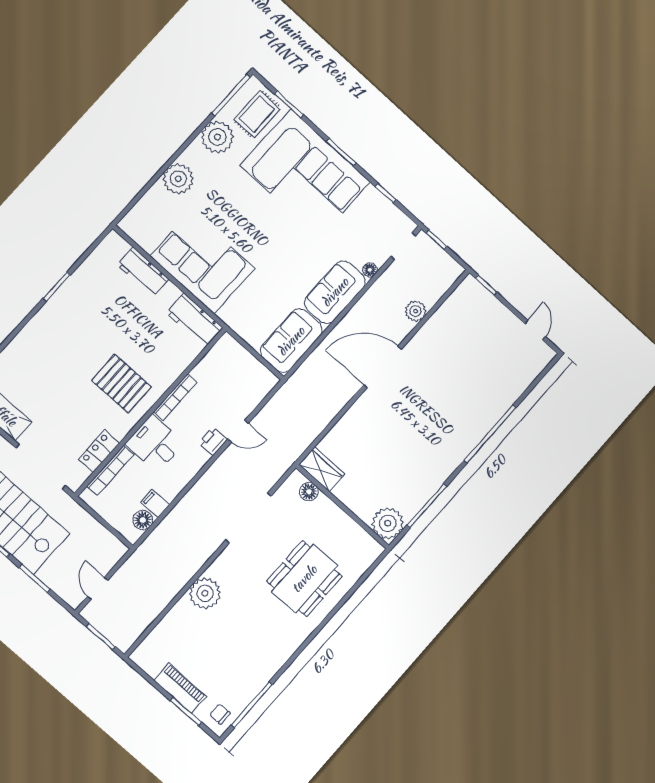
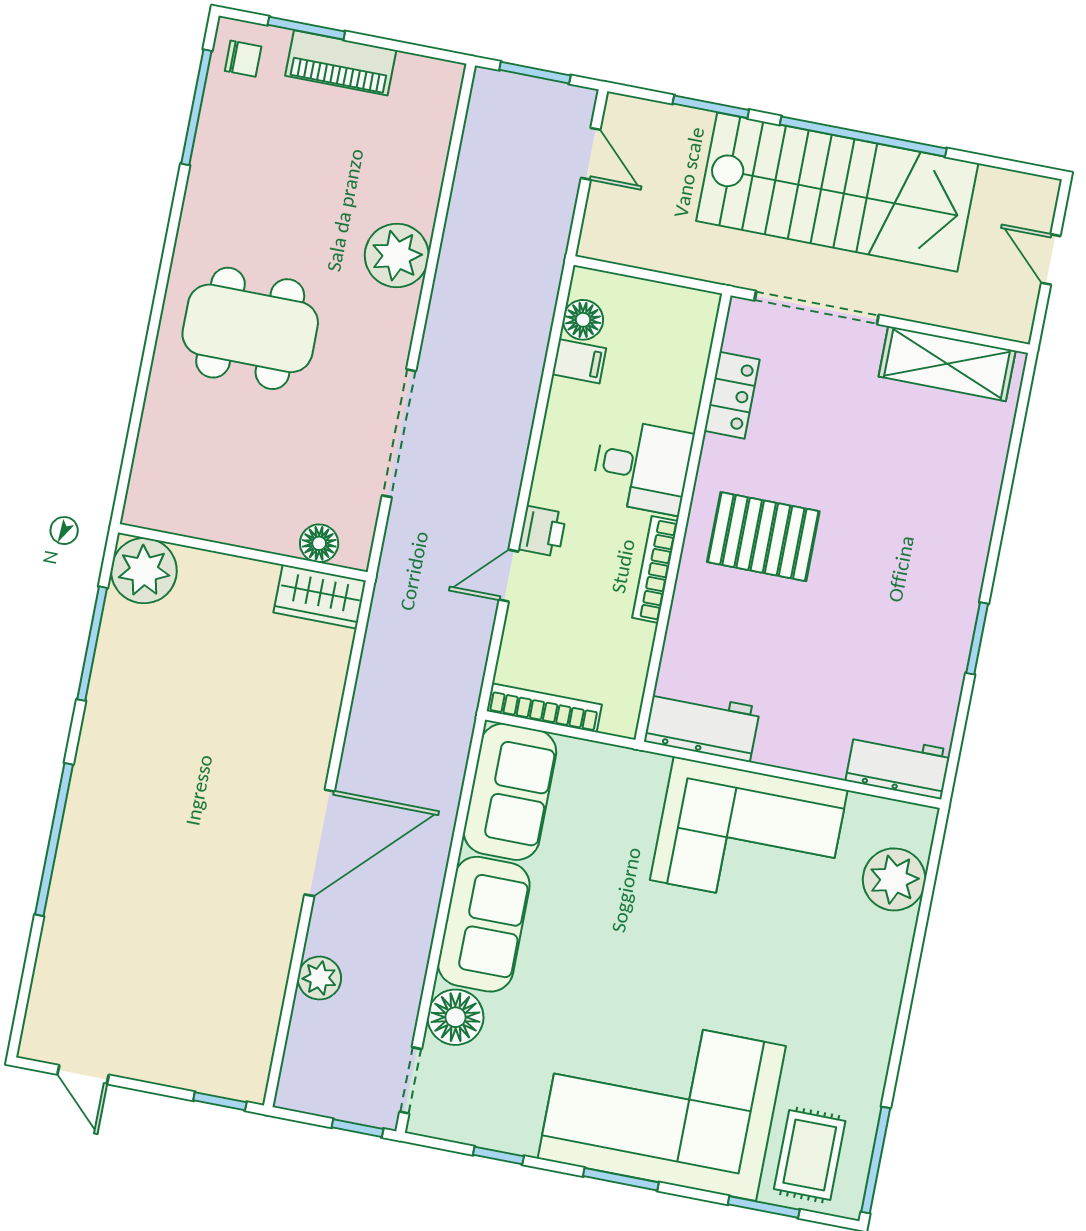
plant: (217, 137) -> (855, 1072), removed
plant: (178, 179) -> (894, 879), moved
floor lamp: (370, 270) -> (455, 1017), width x1.89, depth x1.89
workbench: (143, 272) -> (898, 765), moved
bookcase: (110, 470) -> (544, 708), moved, turned 90
dining table: (304, 579) -> (250, 328), moved, turned 90

